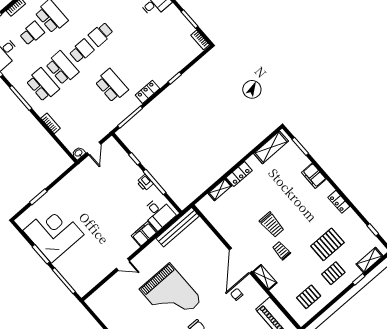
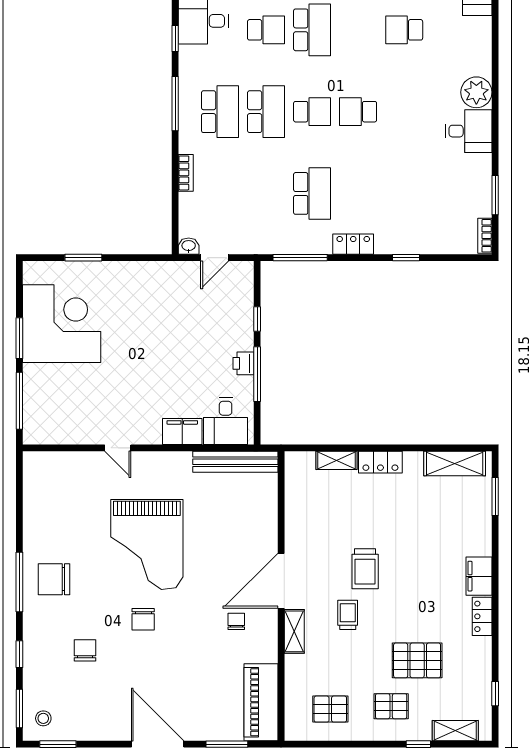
filing cabinet: (314, 176) -> (479, 576), moved

